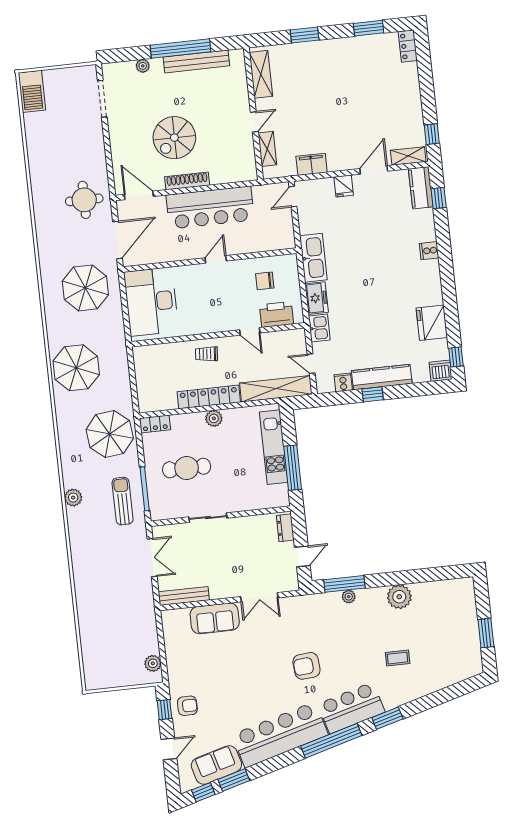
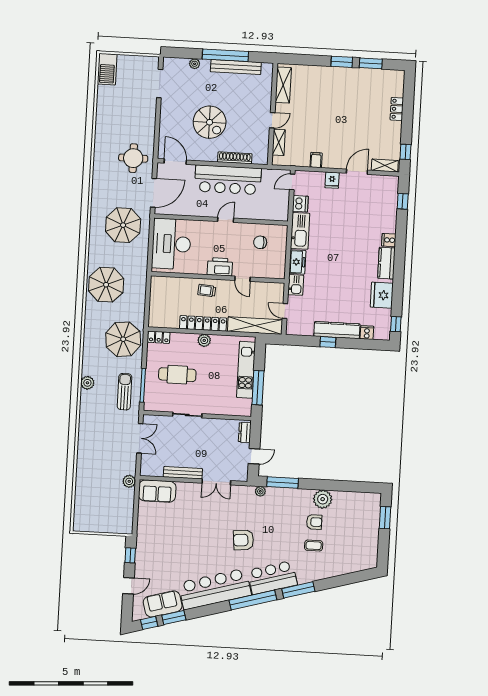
window: (305, 35) -> (342, 62), moved
locker: (408, 46) -> (397, 109), moved
spiral stairs: (174, 138) -> (210, 122), turned -90
filing cabinet: (312, 164) -> (316, 160), width x0.50
shoe rack: (187, 181) -> (235, 158), moved
kitchen counter: (421, 188) -> (386, 263), moved
printer: (276, 314) -> (220, 267), moved
dishwasher: (441, 371) -> (300, 204), moved, turned 90
cooker: (343, 382) -> (367, 333), moved
bench: (184, 596) -> (183, 473), moved
plant: (349, 597) -> (260, 491), moved
sofa: (215, 618) -> (157, 491), moved
window: (486, 633) -> (385, 518), moved
plant: (153, 663) -> (129, 481), moved
armchair: (187, 706) -> (314, 522), moved
window: (387, 718) -> (298, 590), width x1.44

